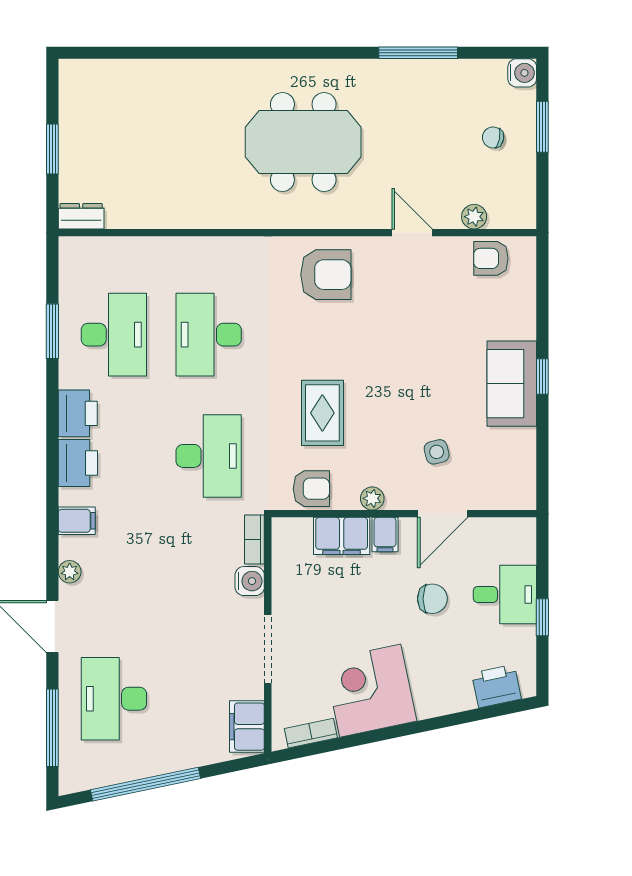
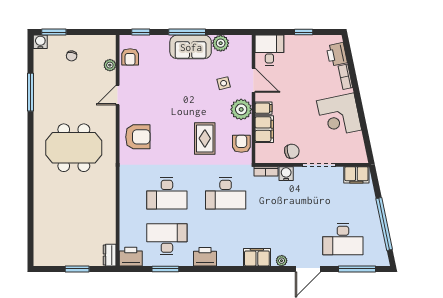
window: (542, 127) -> (54, 32), moved
meeting table: (303, 142) -> (74, 148), turned 90
armchair: (326, 275) -> (138, 137), turned 90
window: (542, 281) -> (141, 32), added
window: (542, 376) -> (187, 32), width x2.17
rug: (322, 413) -> (205, 138), turned 90
plant: (519, 446) -> (221, 43), added
desk: (209, 456) -> (226, 193), turned 180
printer: (78, 463) -> (131, 257), moved
plant: (372, 498) -> (241, 109), width x1.88, depth x1.88
filing cabinet: (77, 521) -> (257, 257), width x2.00
desk: (505, 594) -> (269, 50), moved
chair: (432, 599) -> (292, 151), moved, turned 79
bookcase: (311, 733) -> (345, 77), moved

